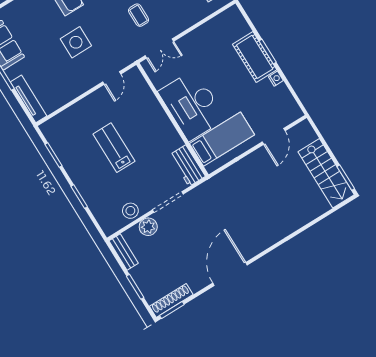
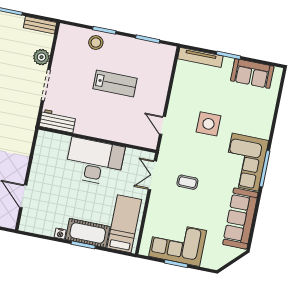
bed: (222, 139) -> (124, 224), moved, turned 180
stool: (130, 211) -> (96, 43), moved

